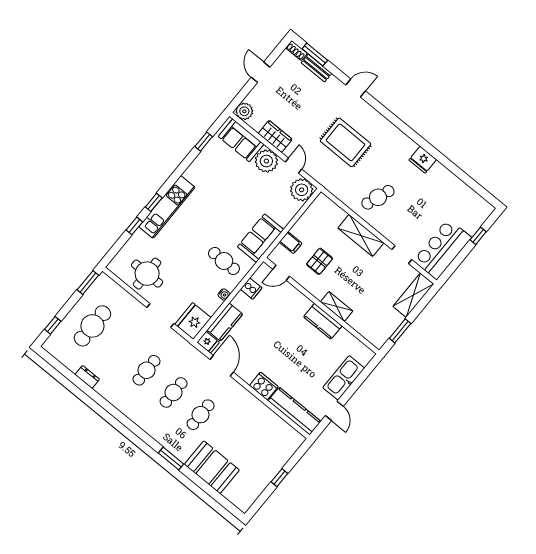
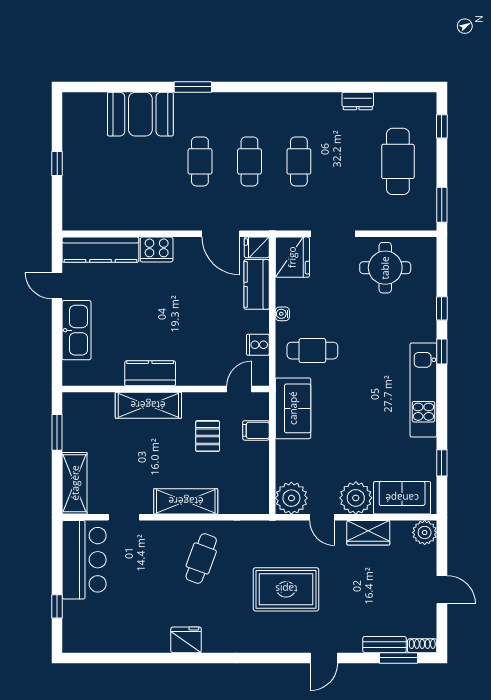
kitchen unit: (167, 207) -> (423, 390), moved
shelving: (337, 306) -> (148, 405), width x1.50, depth x1.33

